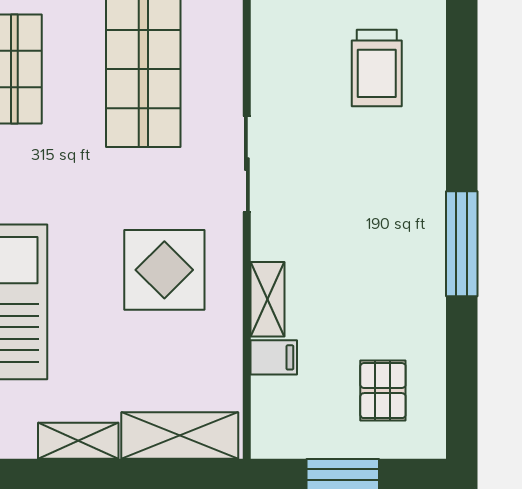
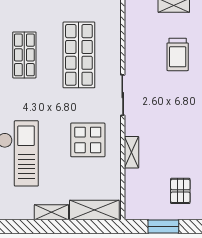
filing cabinet: (274, 357) -> (134, 177), removed

